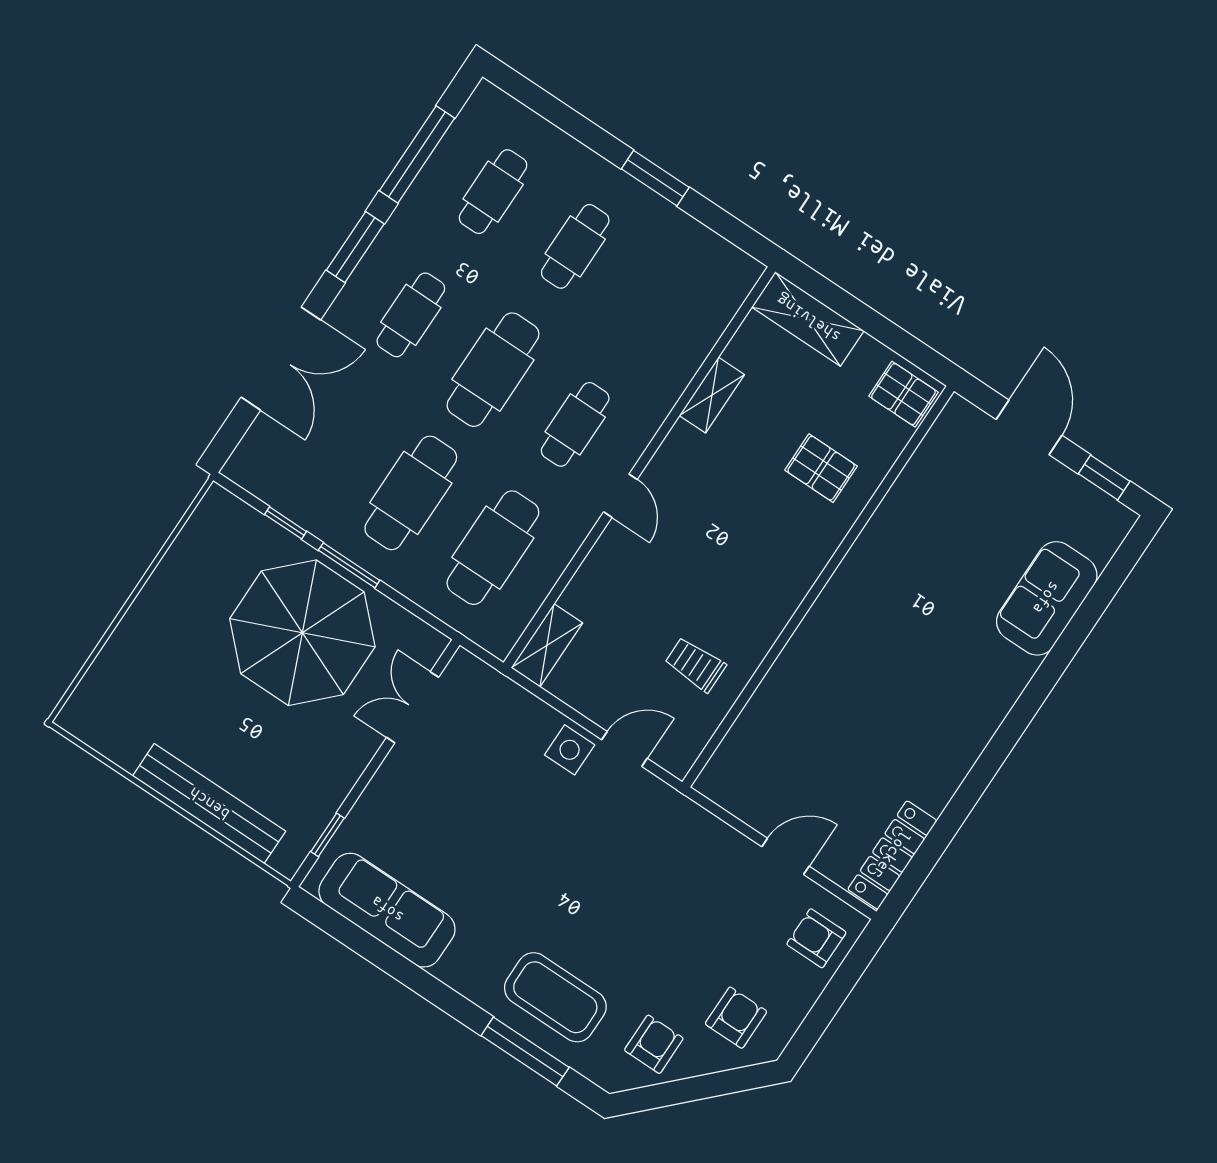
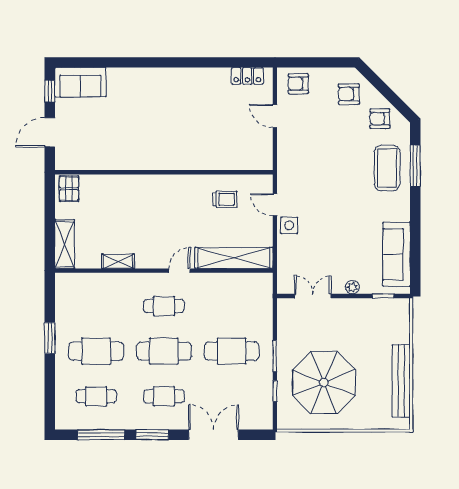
cafe table: (575, 246) -> (96, 351), width x1.37, depth x1.35
pallet: (821, 468) -> (118, 201), removed
cafe table: (493, 548) -> (232, 306), removed
sofa: (1047, 598) -> (80, 82), moved
parasol: (302, 633) -> (324, 383), moved
shelving: (547, 645) -> (234, 258), width x2.20, depth x1.33
trolley: (695, 665) -> (225, 199), turned -90
double door: (413, 707) -> (313, 296), swing flipped
plant: (381, 790) -> (352, 287), added
bench: (209, 804) -> (401, 381), moved
locker: (892, 855) -> (247, 76), width x0.66
armchair: (816, 938) -> (298, 84), turned 90

